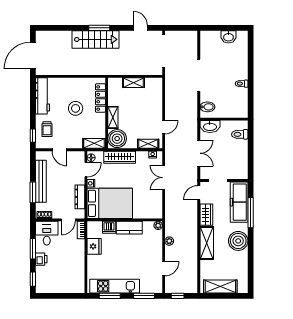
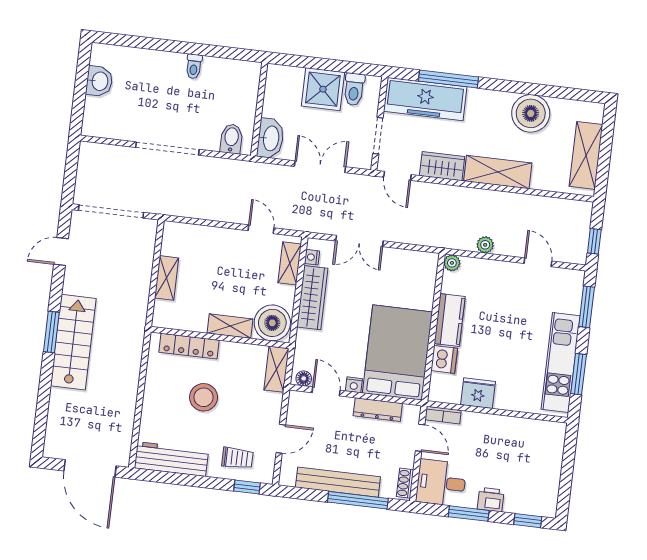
toilet: (240, 134) -> (354, 89), moved
shower: (238, 150) -> (323, 89), added
wardrobe: (120, 157) -> (312, 298), moved
window: (33, 192) -> (358, 500), width x1.44
boiler: (238, 241) -> (531, 113), moved

